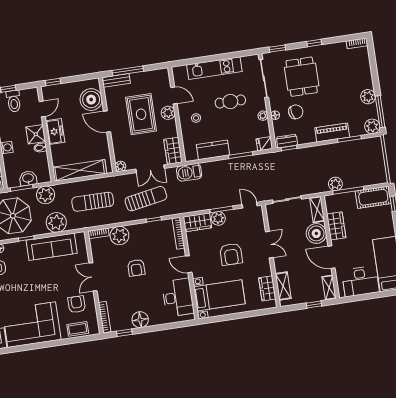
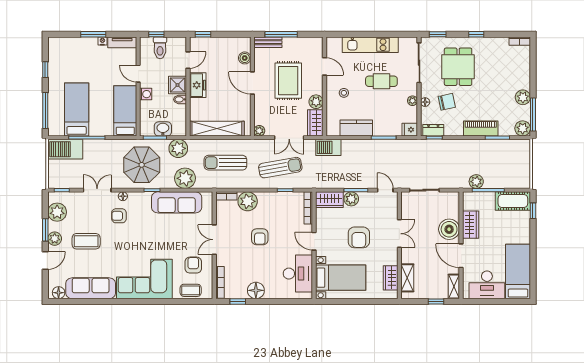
boiler: (91, 100) -> (245, 58), width x0.54, depth x0.54
plant: (168, 113) -> (316, 102), moved
shelving: (317, 209) -> (454, 205), removed

